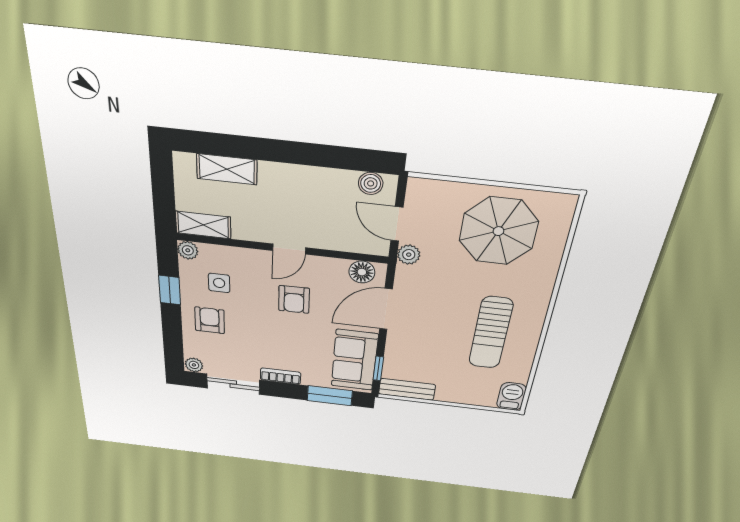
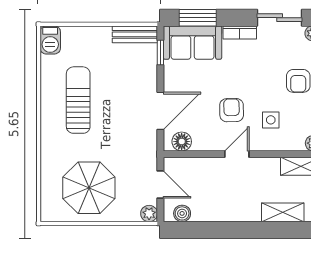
plant: (409, 255) -> (149, 214), moved
side table: (219, 283) -> (271, 120), moved
sofa: (354, 360) -> (193, 43), moved, turned 90

